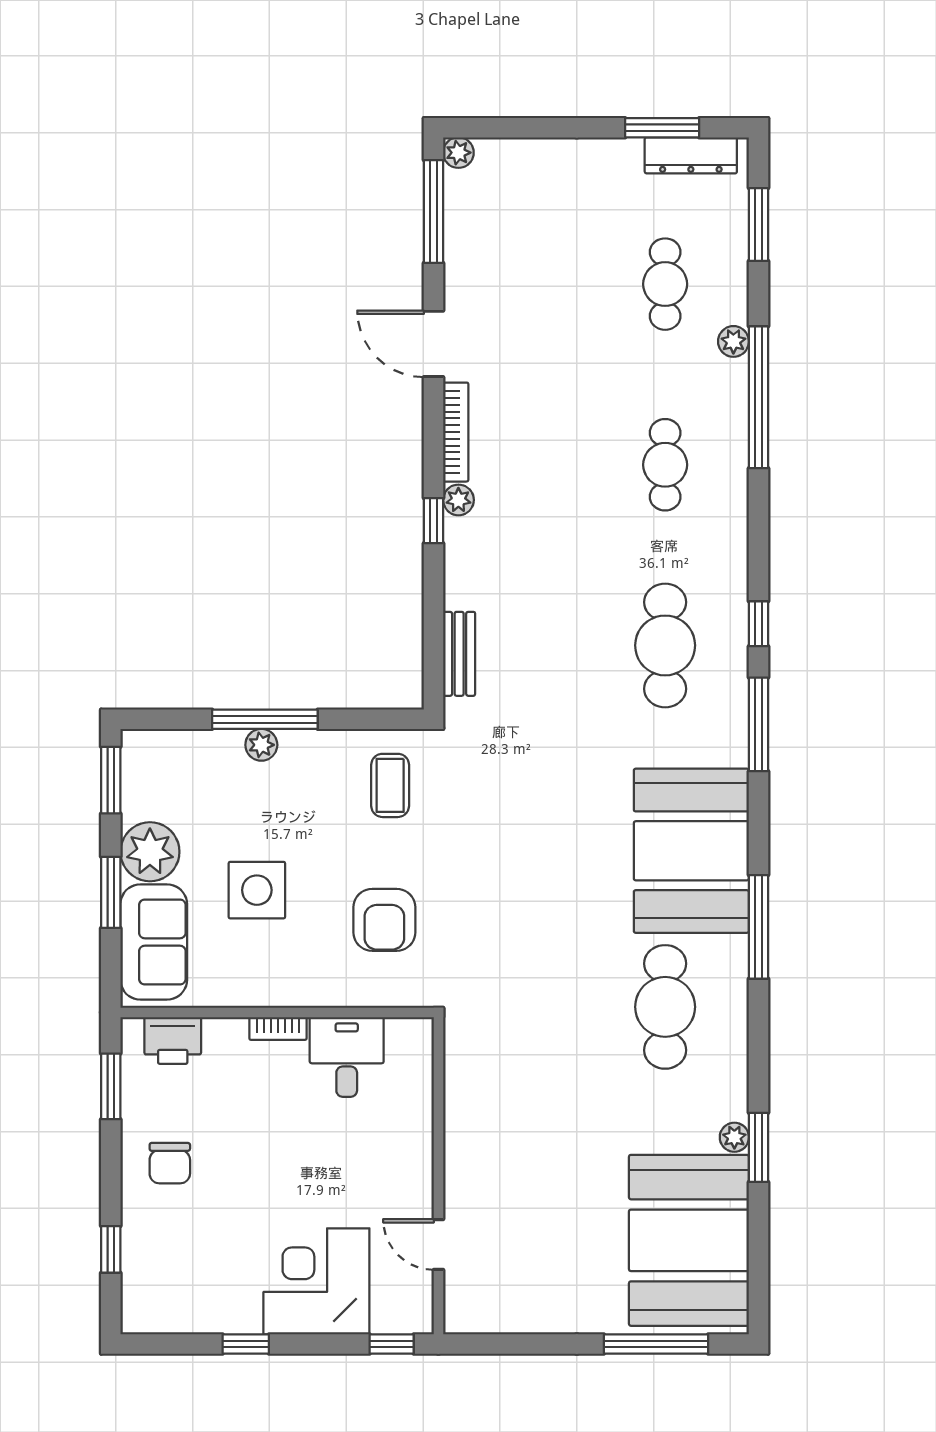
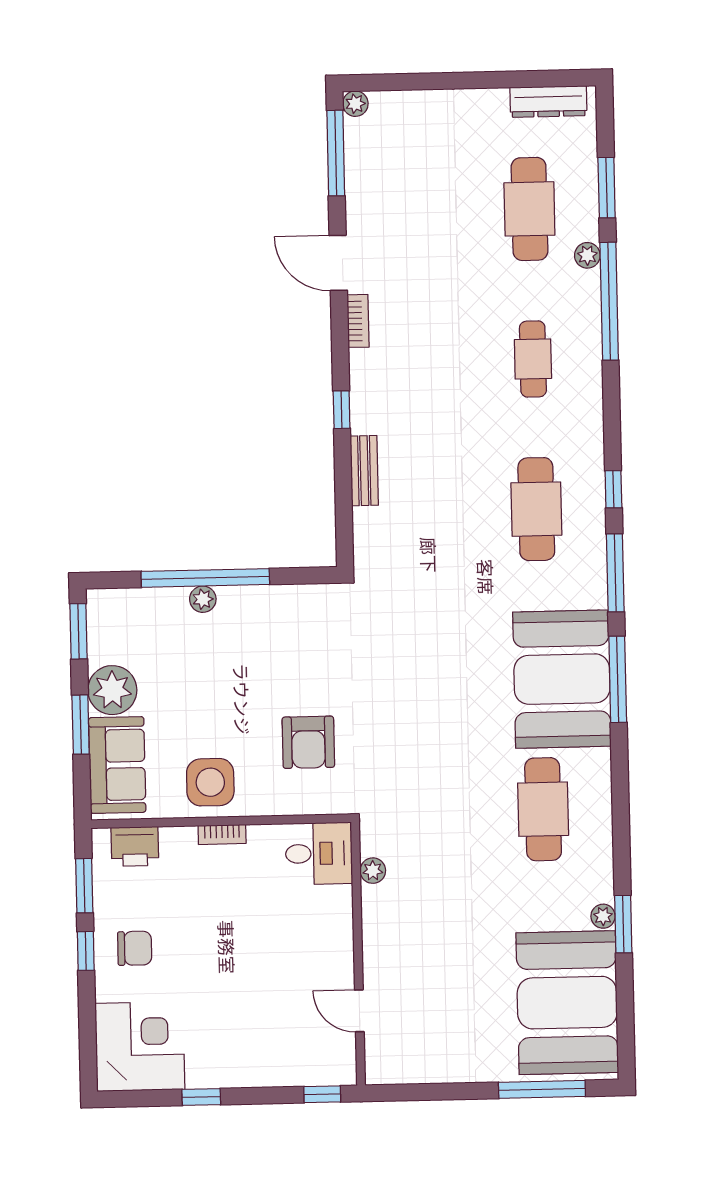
window: (662, 128) -> (524, 79), removed
window: (758, 225) -> (607, 188), moved
cafe table: (665, 284) -> (529, 209), width x1.37, depth x1.35
bookcase: (456, 432) -> (358, 321), width x0.64
plant: (458, 500) -> (373, 871), moved
bench: (459, 654) -> (364, 471), moved
window: (265, 719) -> (205, 578), width x1.46
coffee table: (390, 785) -> (311, 630), removed
side table: (257, 890) -> (210, 782), moved
window: (758, 927) -> (618, 679), moved
desk: (347, 1057) -> (319, 853), moved, turned 90
chair: (170, 1163) -> (135, 948), turned -90
window: (111, 1249) -> (86, 951), moved
corner desk: (316, 1281) -> (140, 1046), moved, turned 90

